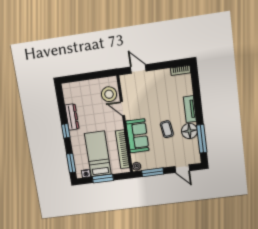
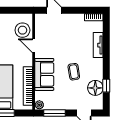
tv unit: (190, 109) -> (98, 45), moved
floor lamp: (189, 131) -> (95, 88), moved
window: (202, 139) -> (106, 86), width x0.46

